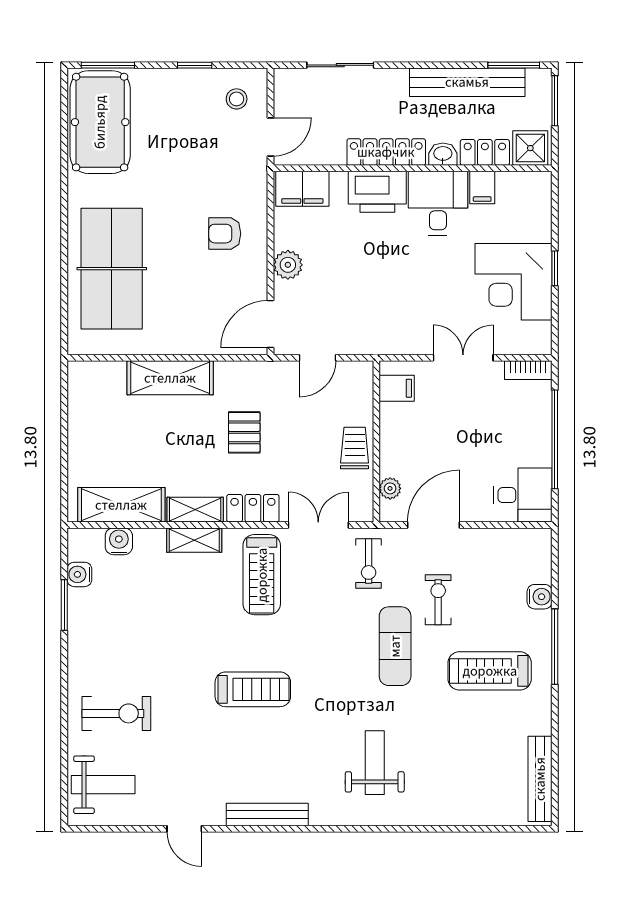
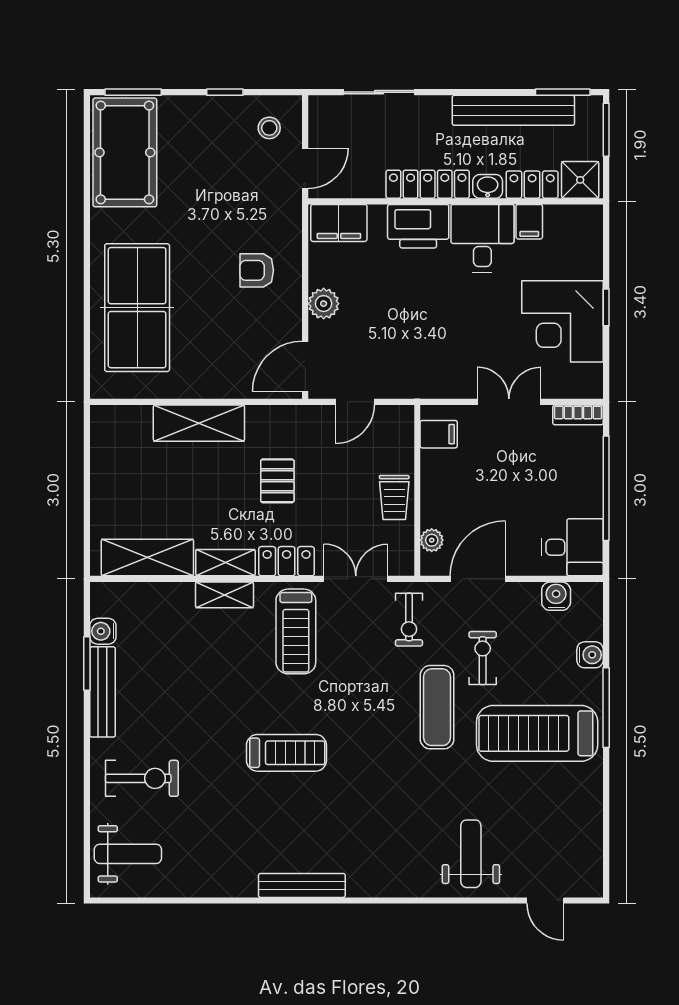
trolley: (355, 448) -> (394, 497), turned 180
water cooler: (119, 541) -> (556, 596), moved
treadmill: (490, 671) -> (537, 733), width x1.37, depth x1.38
weight bench: (375, 763) -> (471, 854), moved
bench: (540, 779) -> (103, 692), moved
door: (184, 829) -> (545, 900), moved

